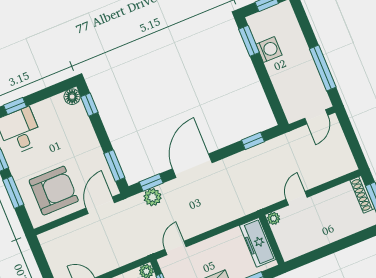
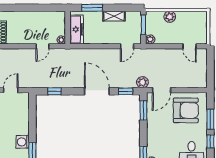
door: (192, 166) -> (97, 91), swing flipped
armchair: (54, 191) -> (186, 110), turned 180
plant: (153, 197) -> (142, 82), moved

